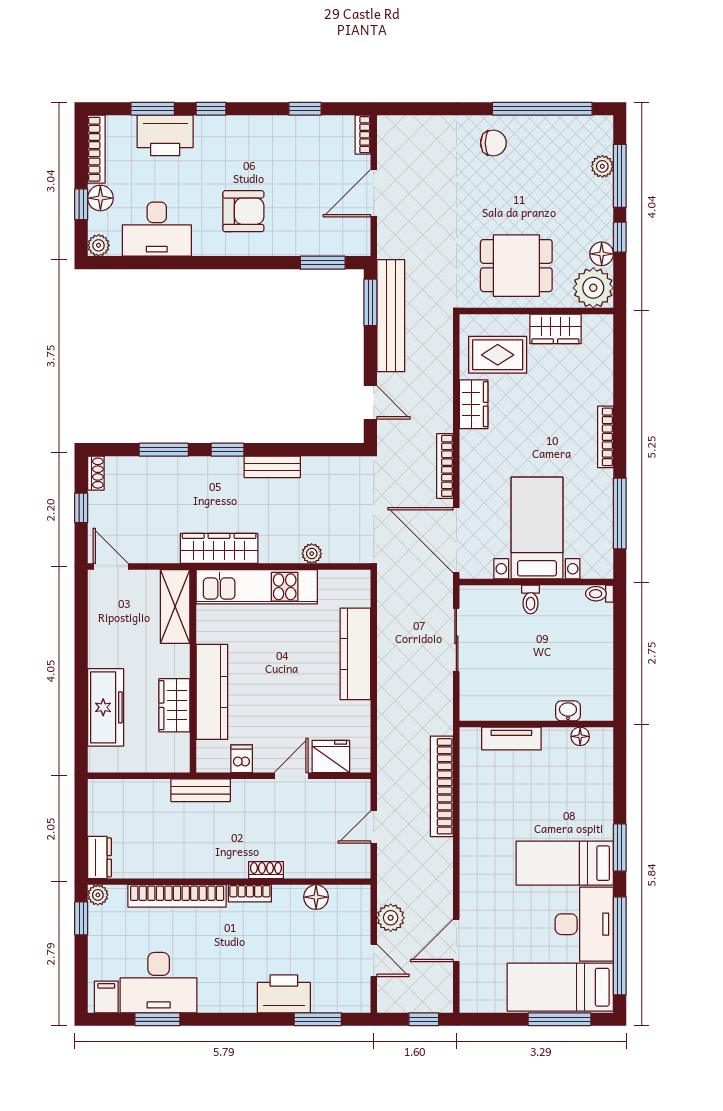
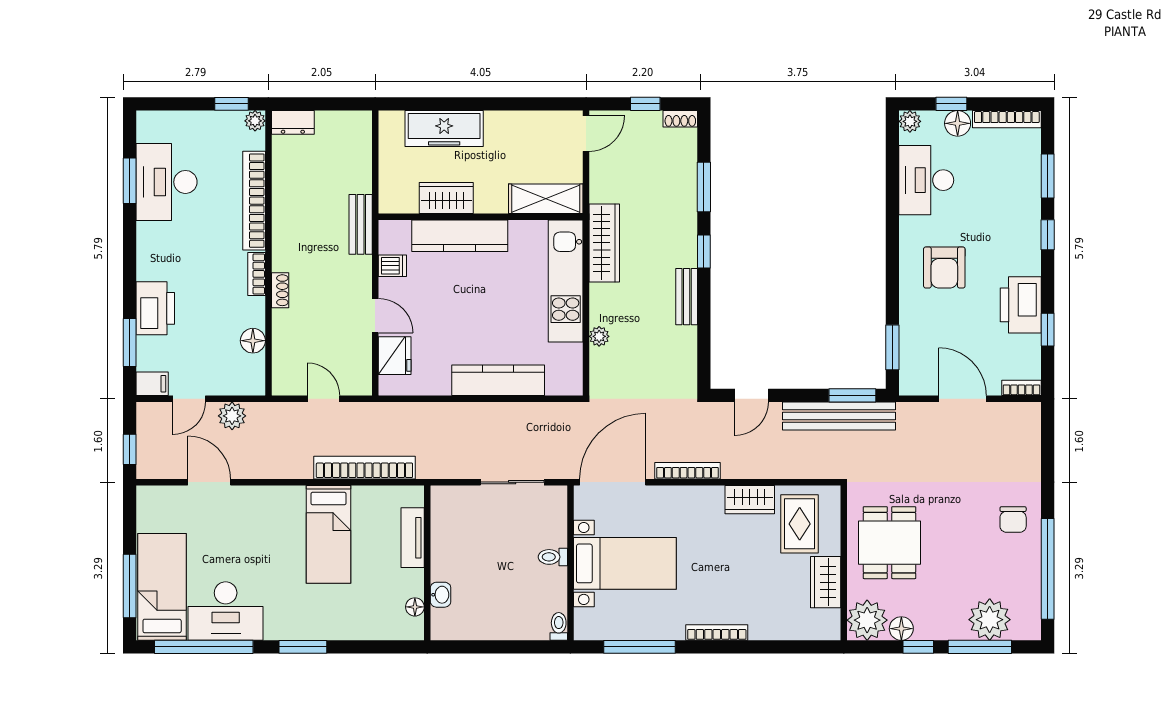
printer: (165, 135) -> (1021, 305), moved
plant: (602, 166) -> (990, 620), width x1.87, depth x1.87
bed: (565, 863) -> (328, 534), moved, turned 180
filing cabinet: (106, 997) -> (152, 384), moved

